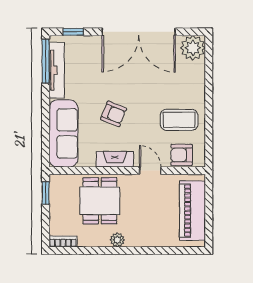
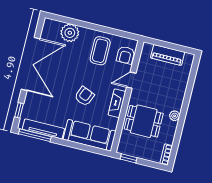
plant: (193, 48) -> (70, 33), moved
piano: (192, 211) -> (168, 55), width x0.73, depth x0.75

